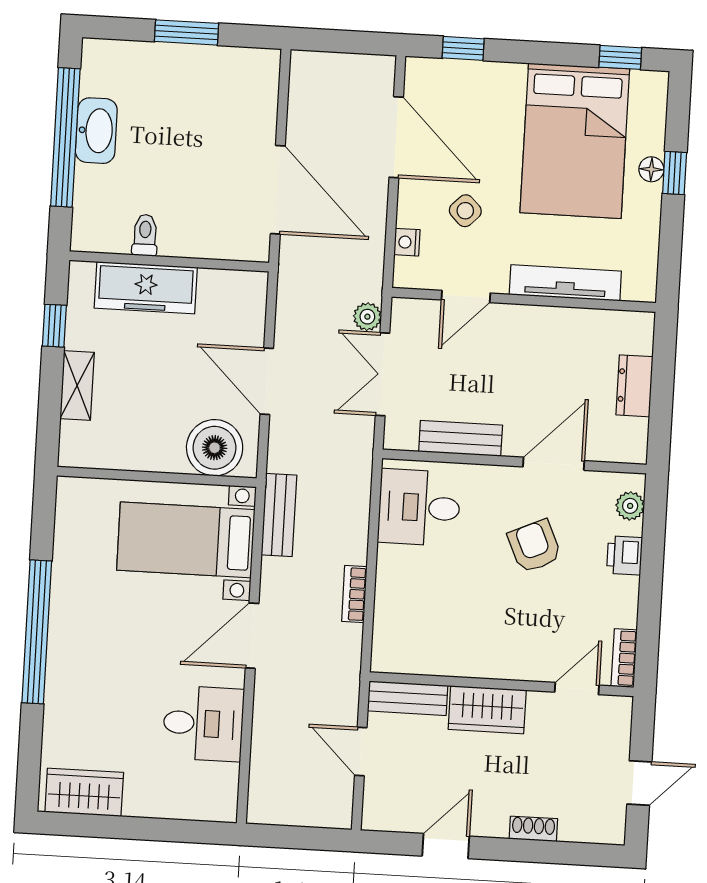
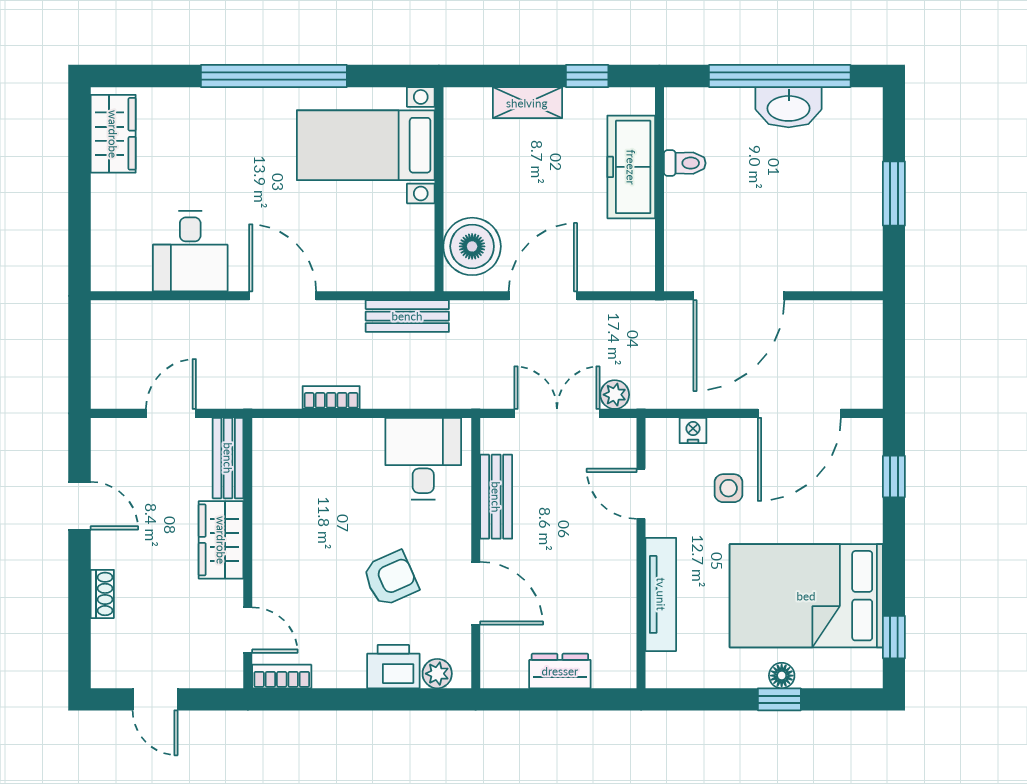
side table: (465, 211) -> (729, 488), turned 45
bed with nightstands: (186, 540) -> (366, 145), moved, turned -90
printer: (625, 555) -> (393, 667), width x1.36, depth x1.24

